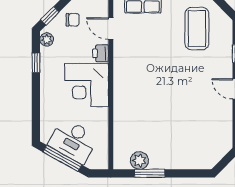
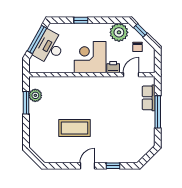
coffee table: (197, 29) -> (75, 128), moved
plant: (47, 39) -> (119, 32), width x1.87, depth x1.87
window: (36, 63) -> (81, 20), moved

